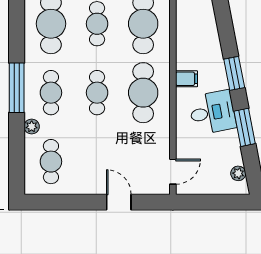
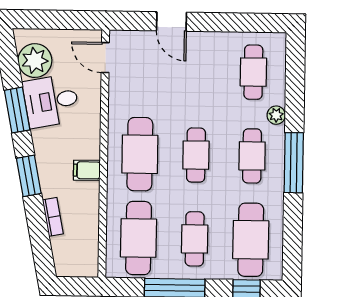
bookcase: (214, 40) -> (53, 217), added
desk: (212, 112) -> (51, 101), moved
door: (173, 172) -> (105, 58), hinge flipped
plant: (238, 173) -> (35, 61), width x1.87, depth x1.87

